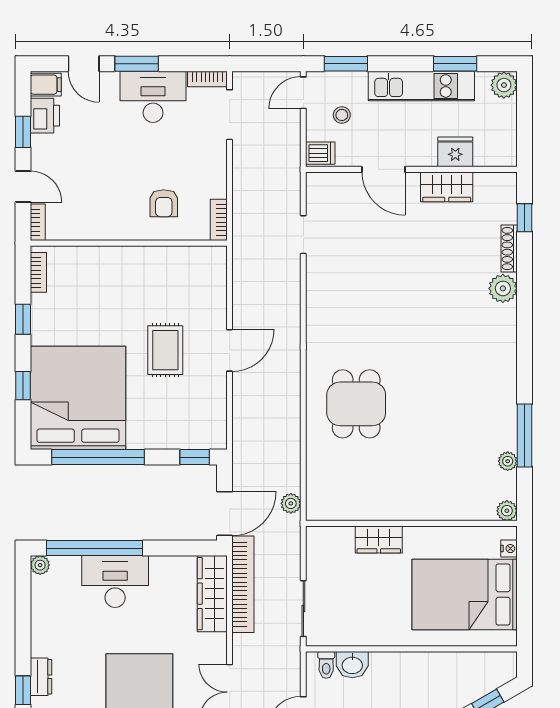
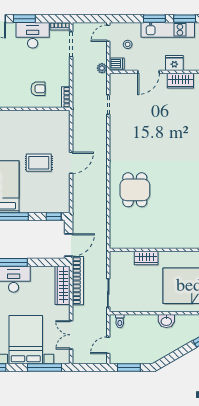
window: (346, 64) -> (154, 19), moved
fridge: (455, 152) -> (174, 63), moved
door: (383, 169) -> (149, 72), hinge flipped
armchair: (164, 203) -> (38, 89), turned -90
rug: (165, 350) -> (39, 163), turned 90
plant: (291, 503) -> (102, 68), moved
washbasin: (352, 665) -> (166, 321), moved

